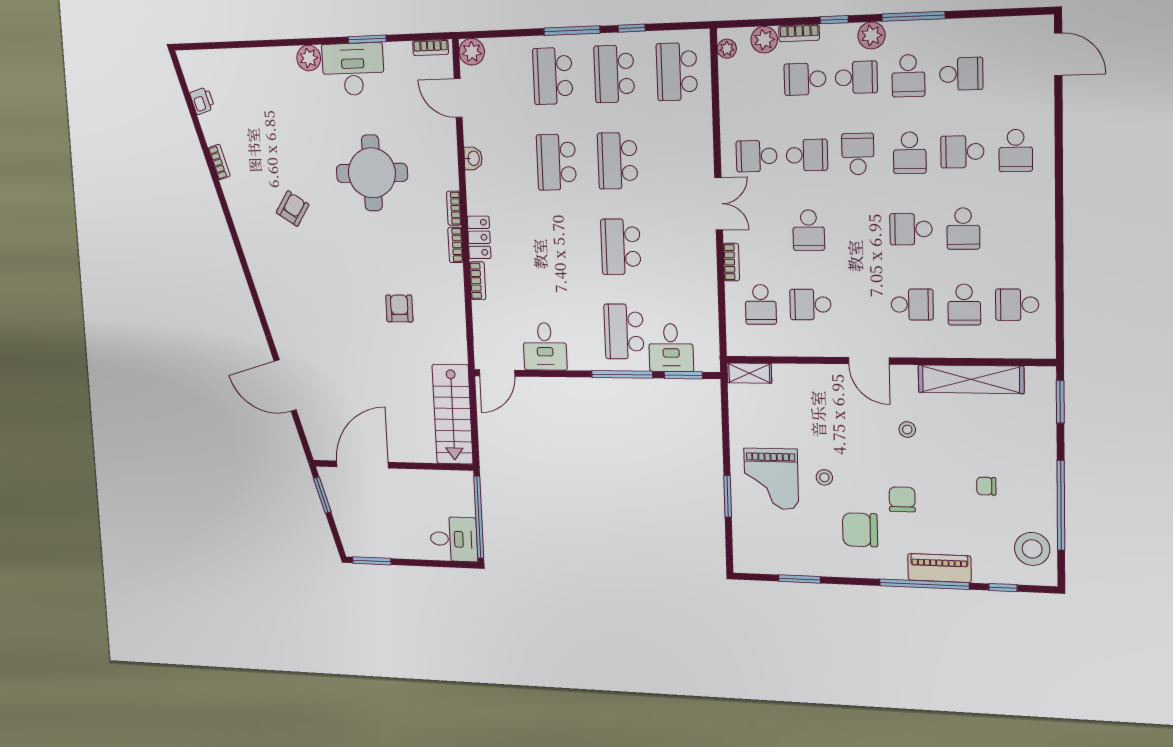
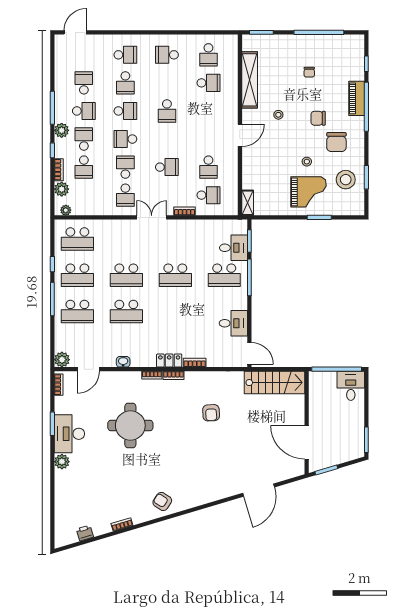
armchair: (293, 209) -> (162, 501), moved
school desk: (963, 229) -> (167, 55), moved, turned 180
school desk: (912, 305) -> (208, 111), removed
armchair: (399, 308) -> (211, 413), turned -93
stool: (1032, 549) -> (346, 180), moved

